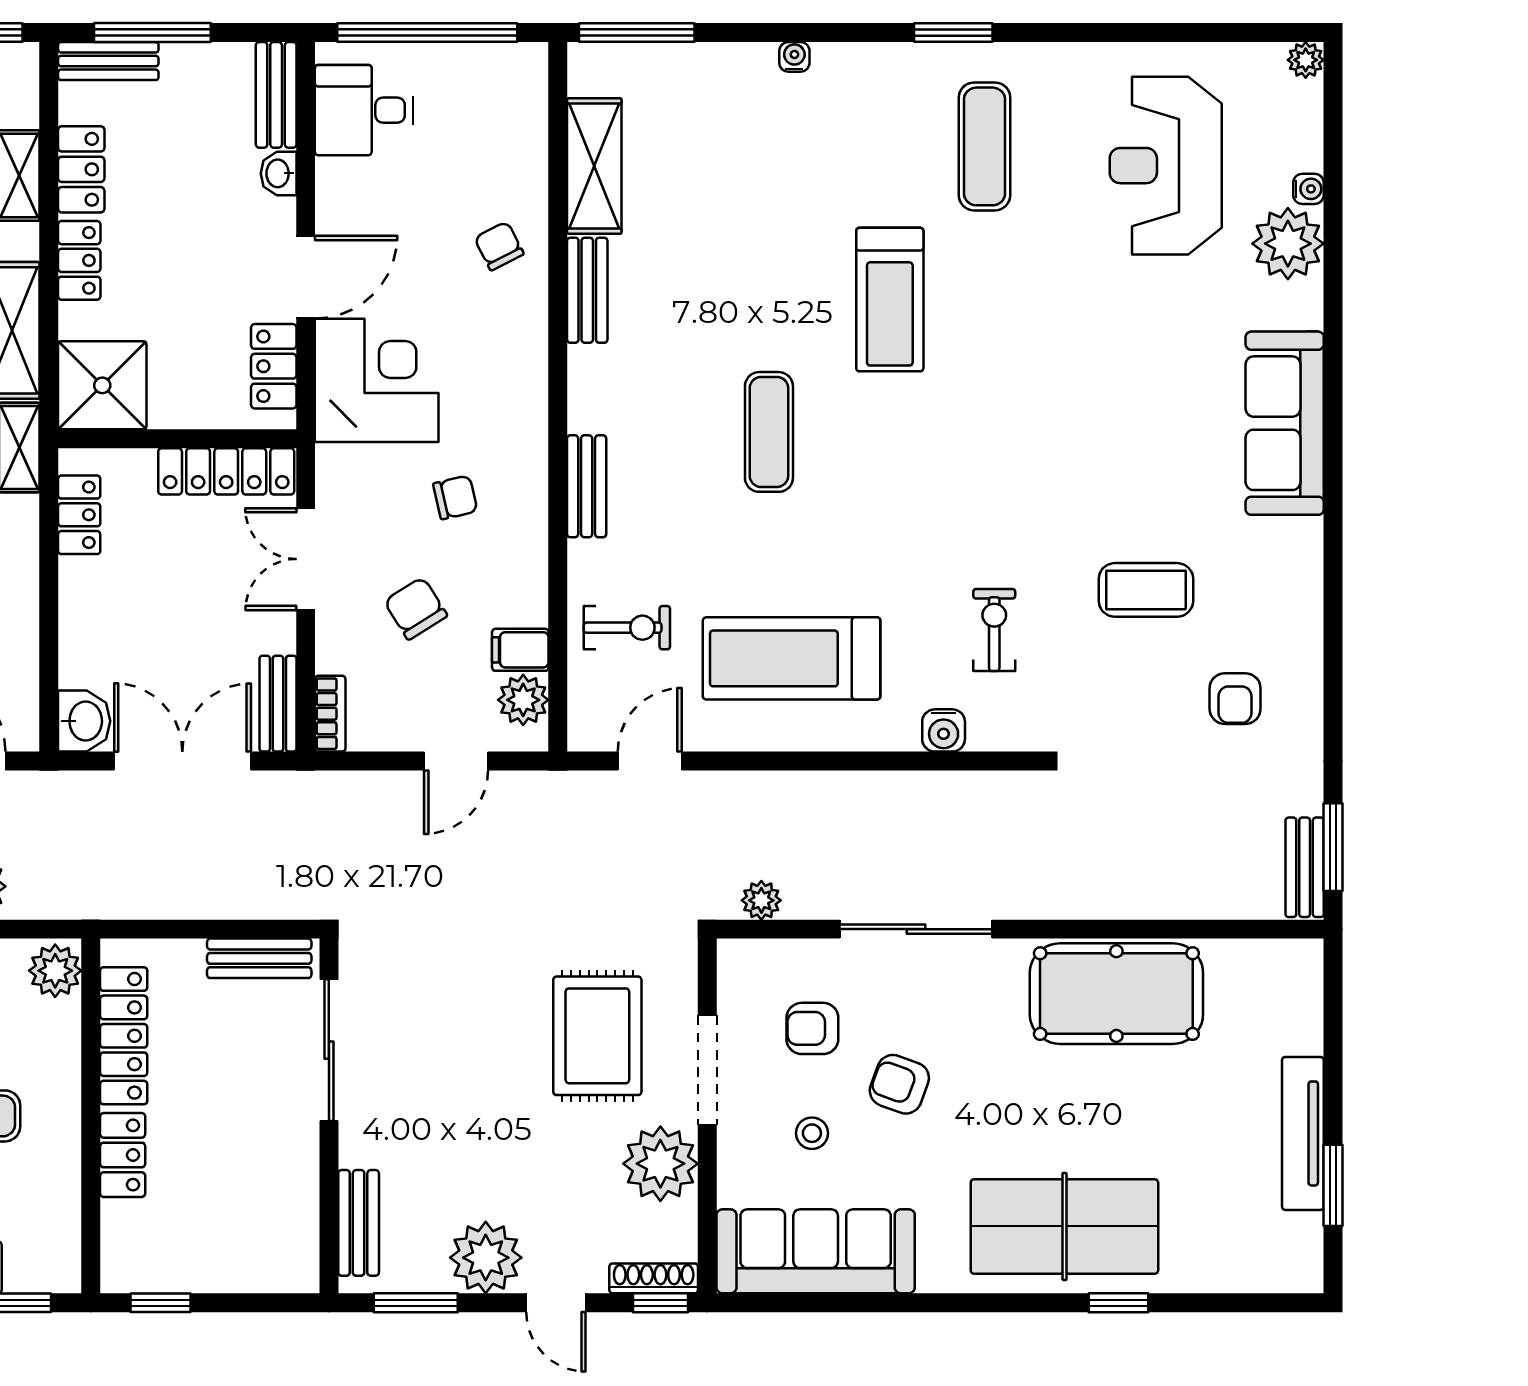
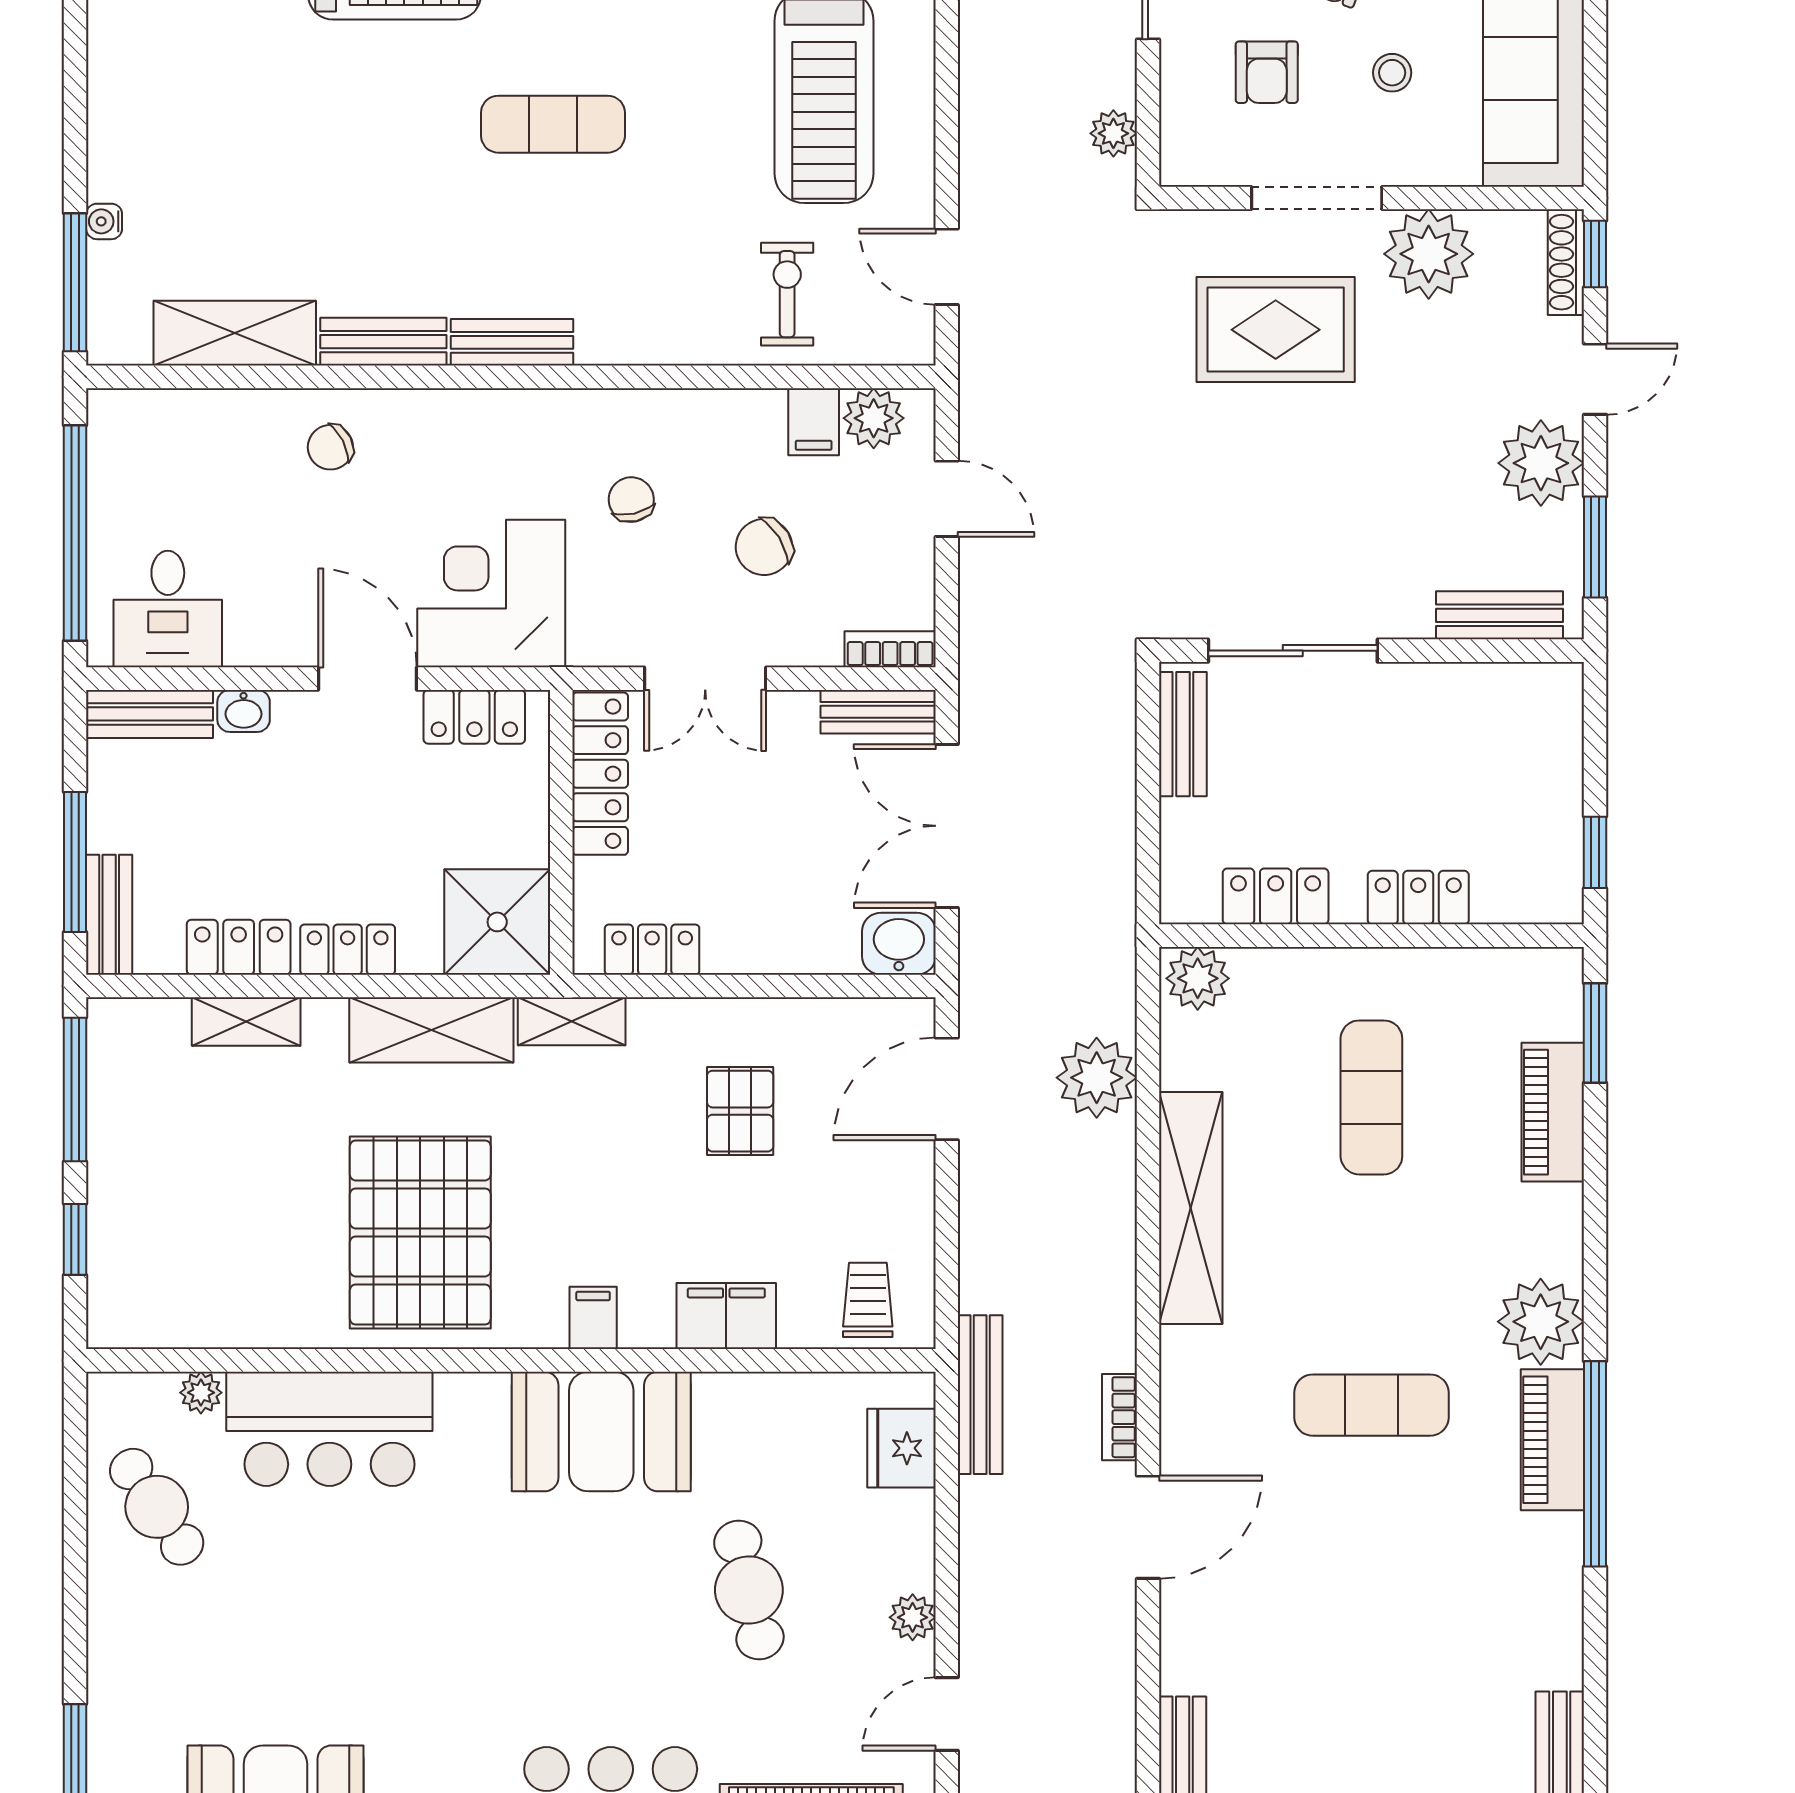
water cooler: (794, 57) -> (104, 221), moved
bench: (587, 486) -> (512, 342), moved
locker: (124, 1036) -> (1276, 896), width x0.66

